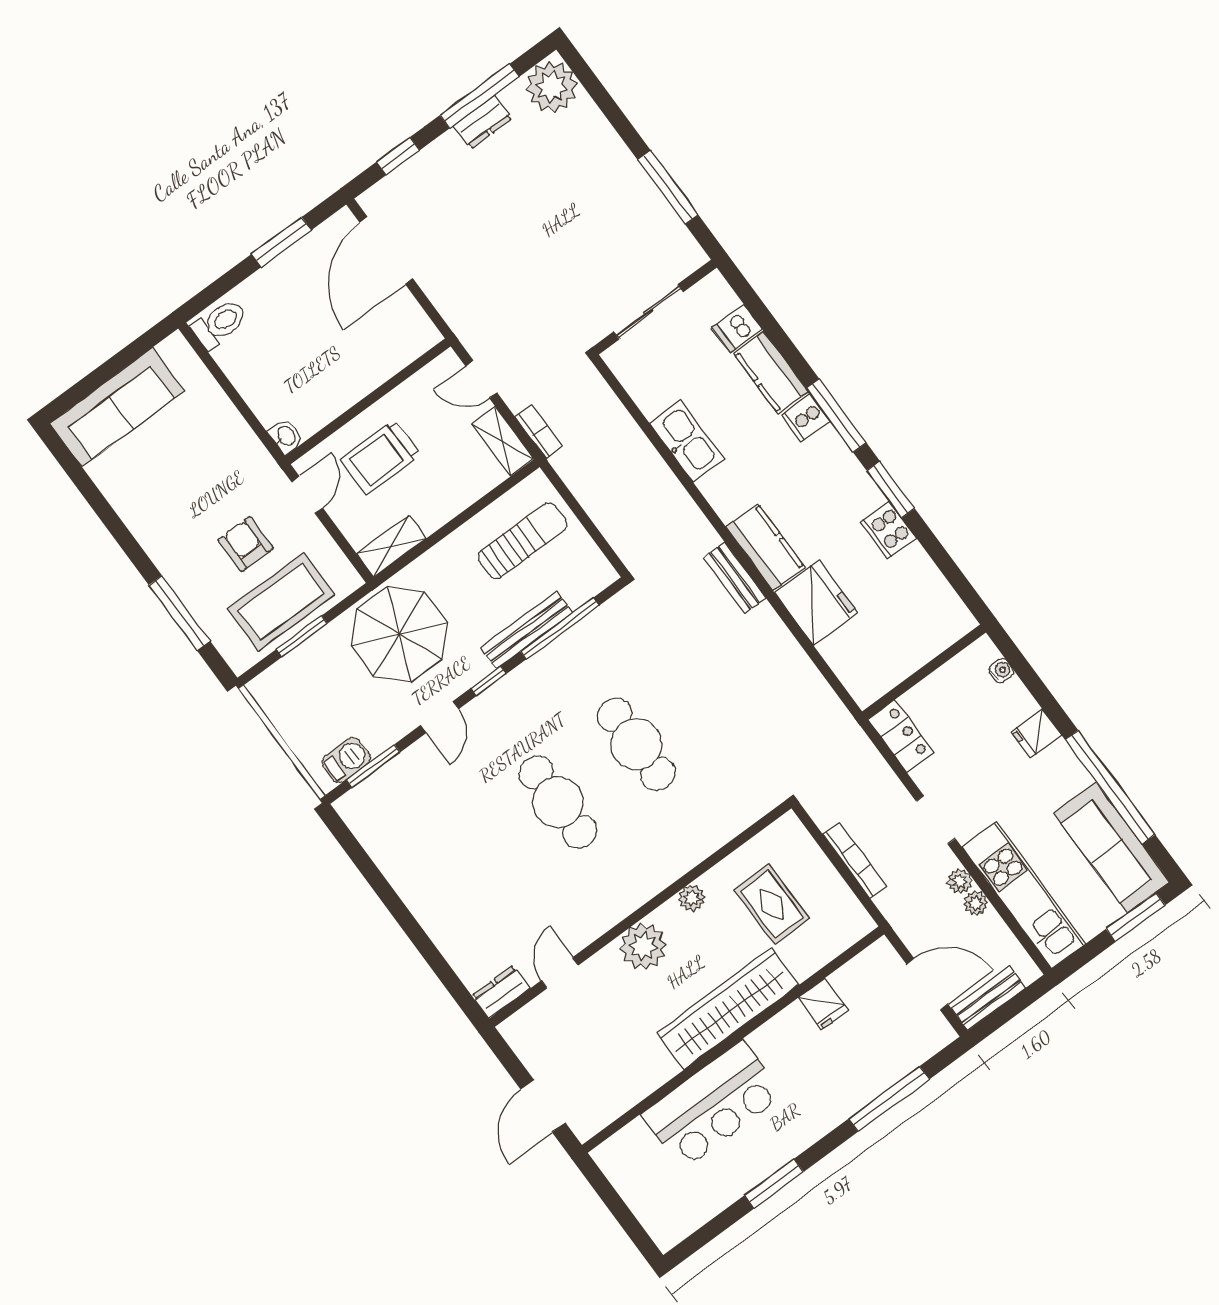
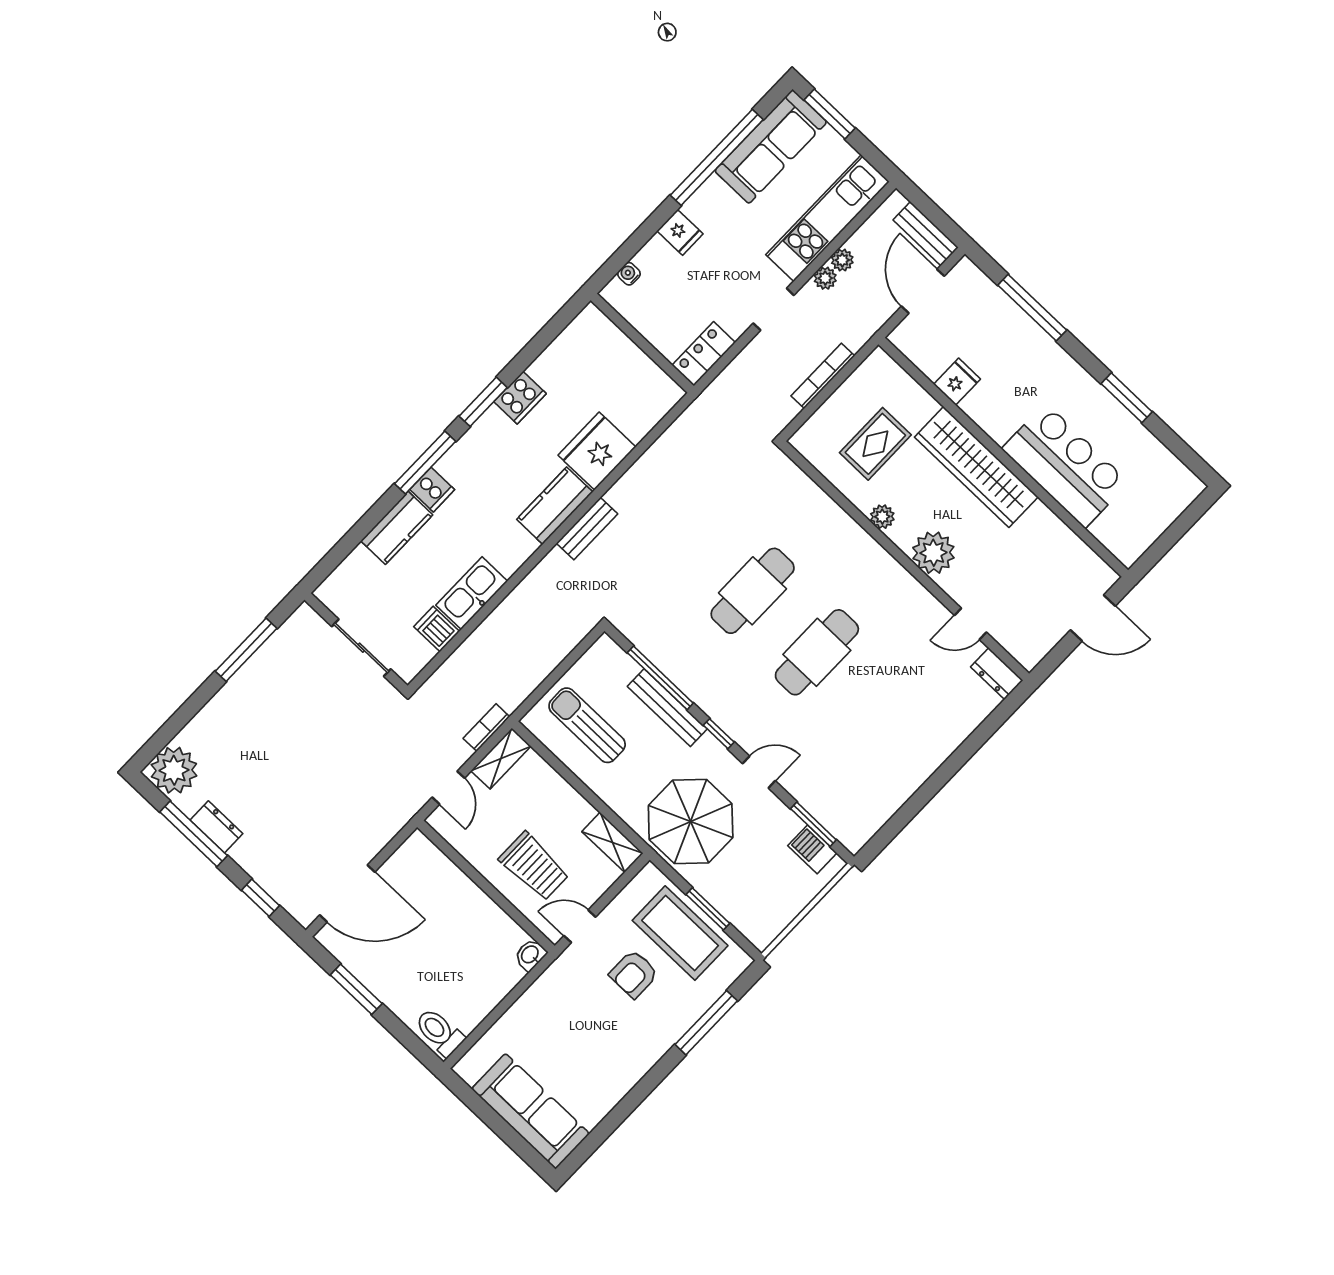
dishwasher: (737, 328) -> (437, 629), moved, turned 180

